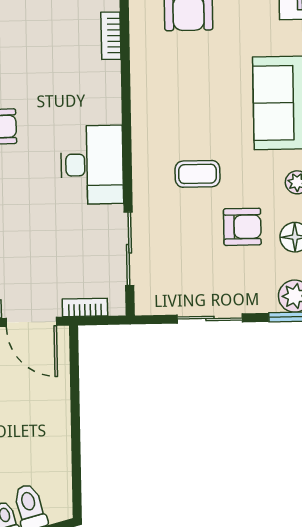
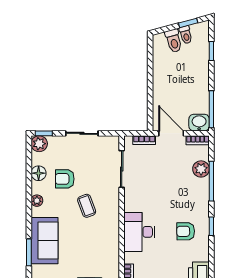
desk: (92, 165) -> (139, 232), moved
coffee table: (198, 174) -> (87, 206), turned 70

